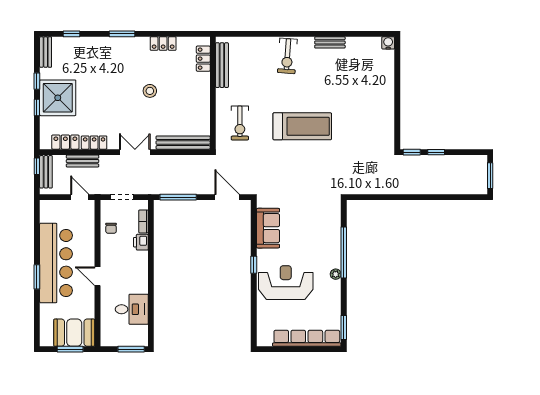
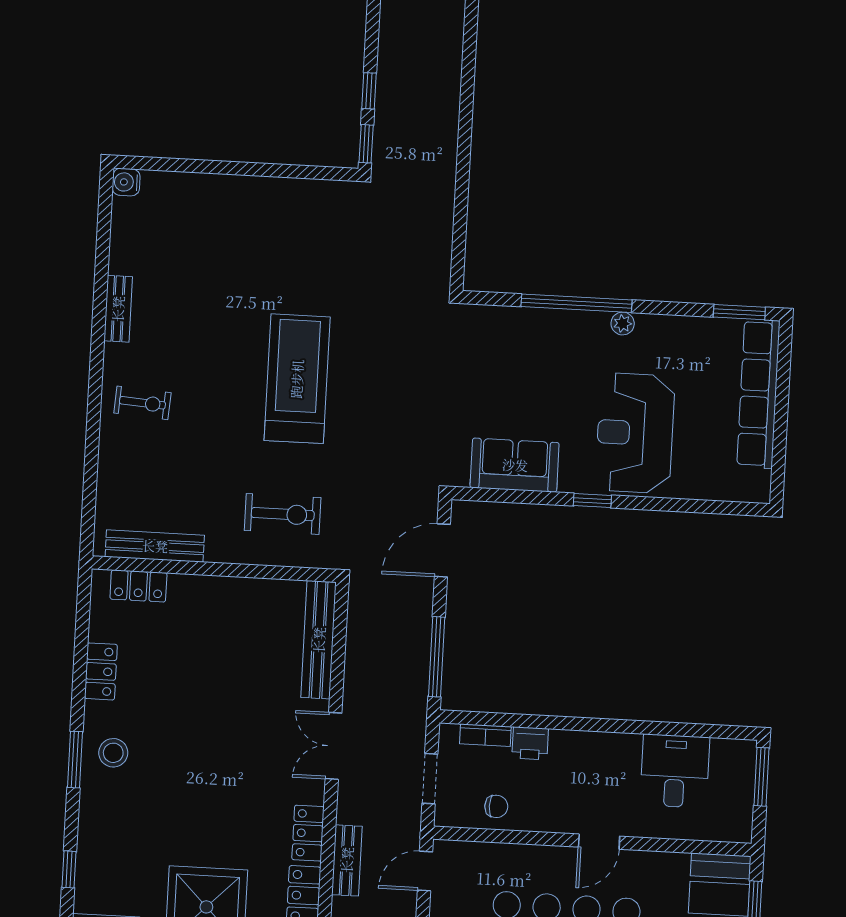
exercise bike: (287, 56) -> (142, 403), width x0.73, depth x0.72
stool: (150, 91) -> (113, 753), moved

